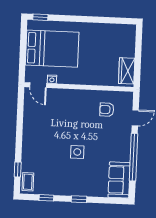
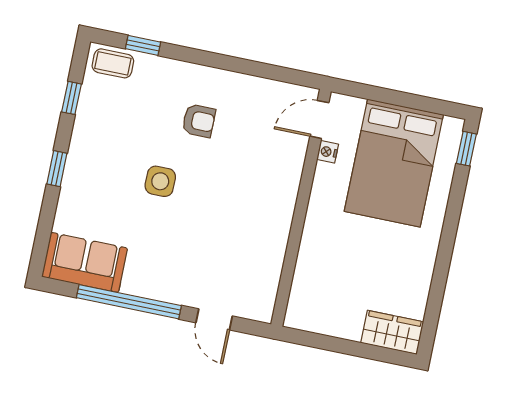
wardrobe: (127, 71) -> (392, 332), moved
armchair: (107, 110) -> (199, 121), moved, turned 90

